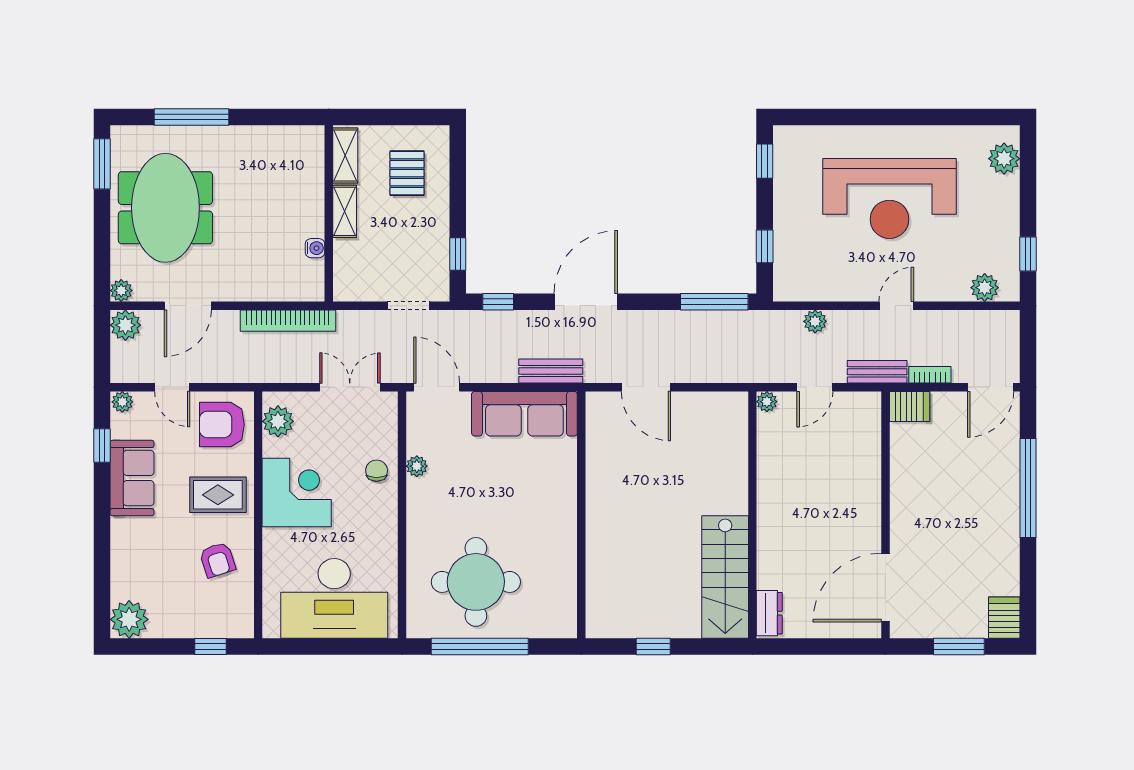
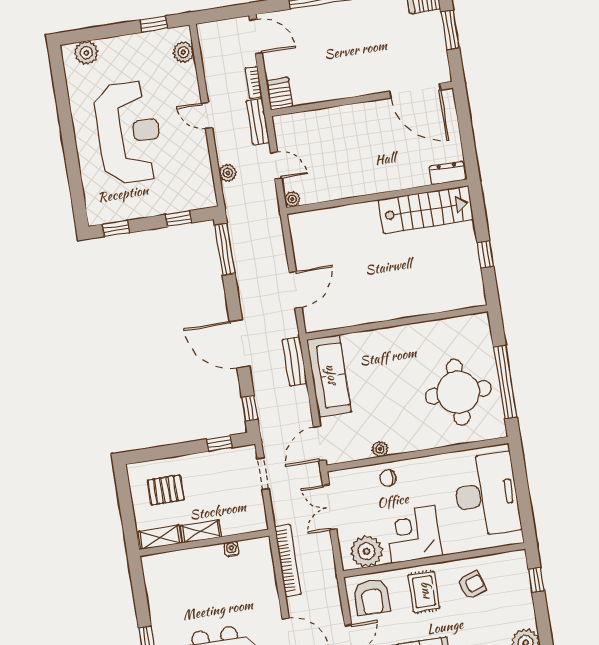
plant: (278, 421) -> (367, 551), width x1.36, depth x1.36

